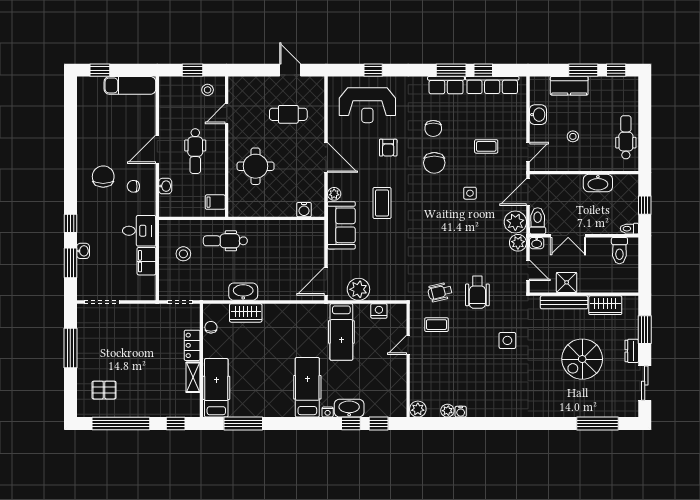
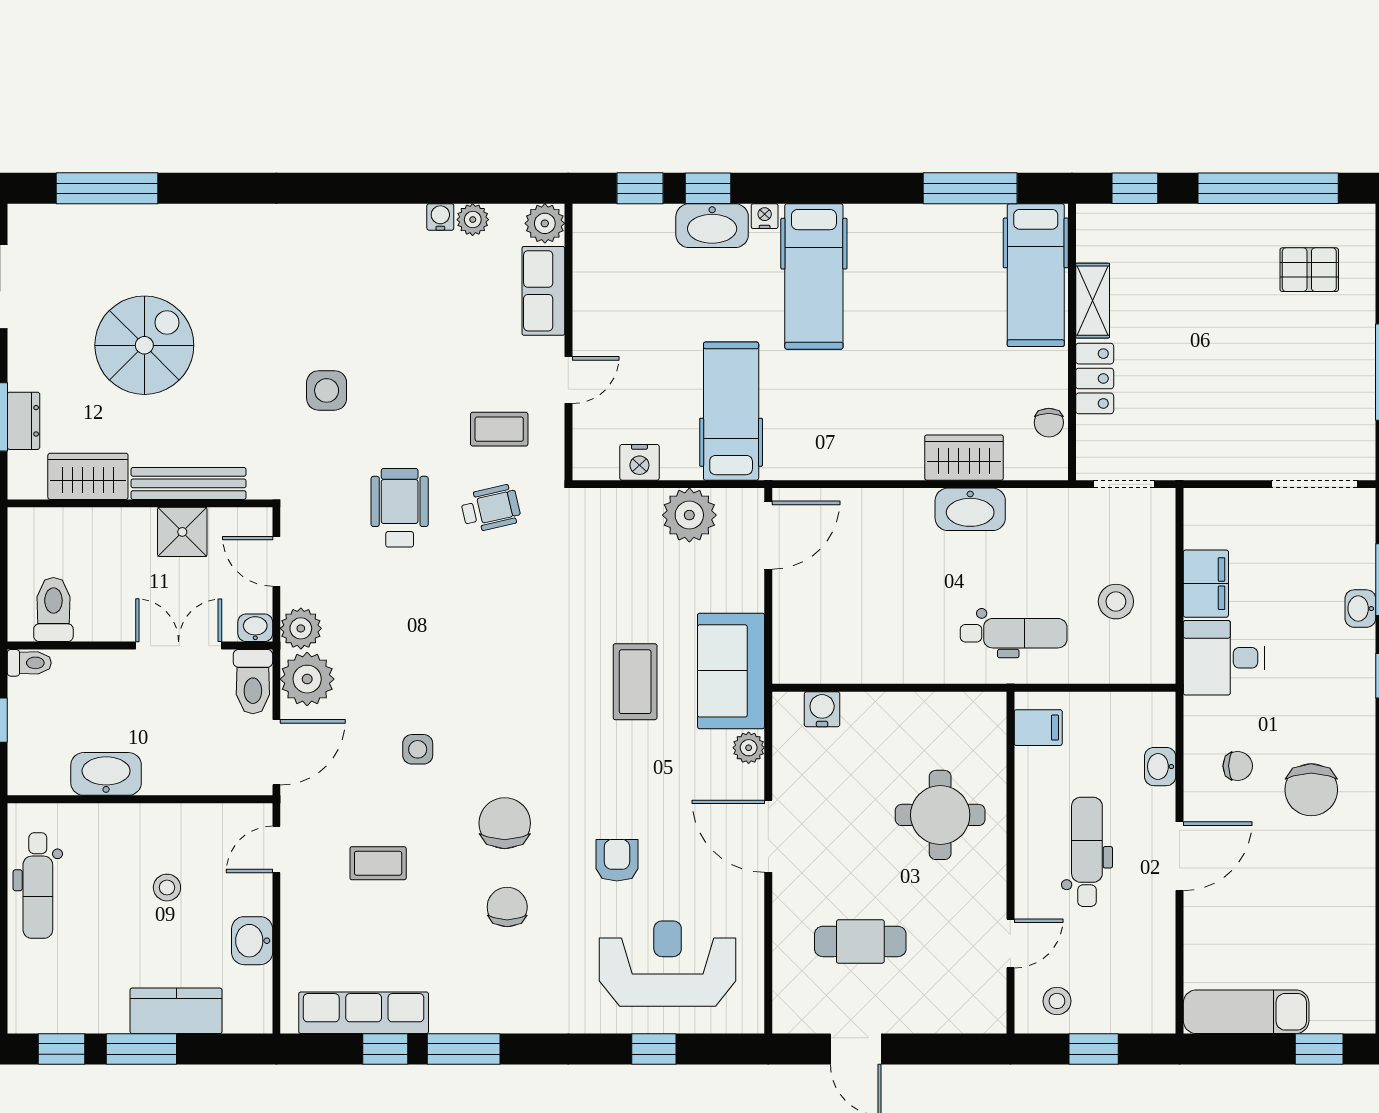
row of seats: (446, 85) -> (543, 291), moved, turned -90
coffee table: (382, 203) -> (635, 682), moved
dresser: (632, 351) -> (23, 421), moved

